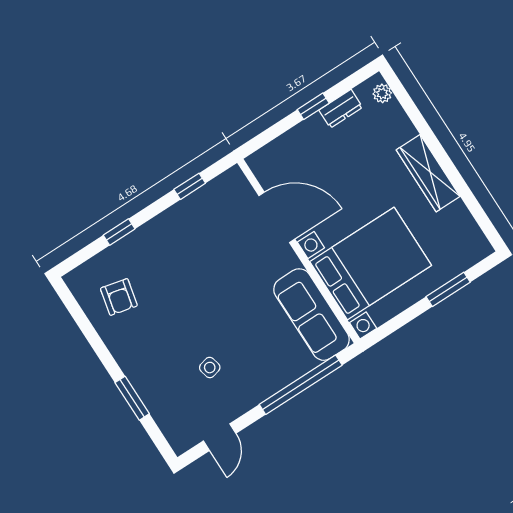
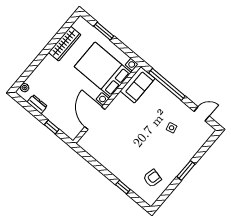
window: (313, 106) -> (52, 127), moved
wardrobe: (428, 173) -> (65, 44), moved
window: (190, 186) -> (93, 162), removed
sofa: (312, 315) -> (138, 85), width x0.73
window: (132, 398) -> (186, 170), moved

